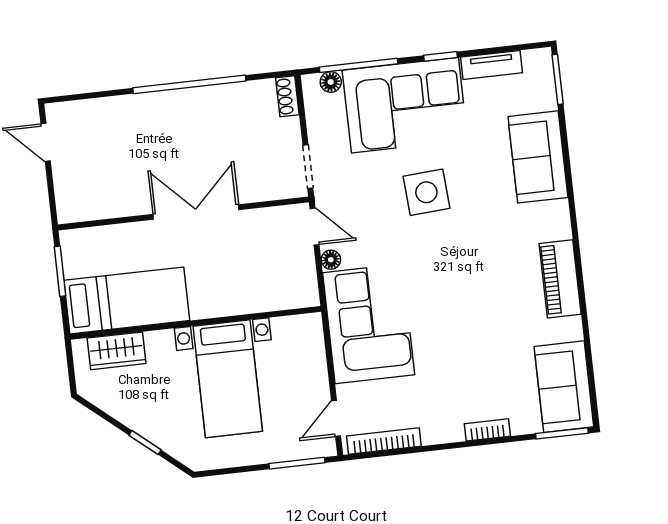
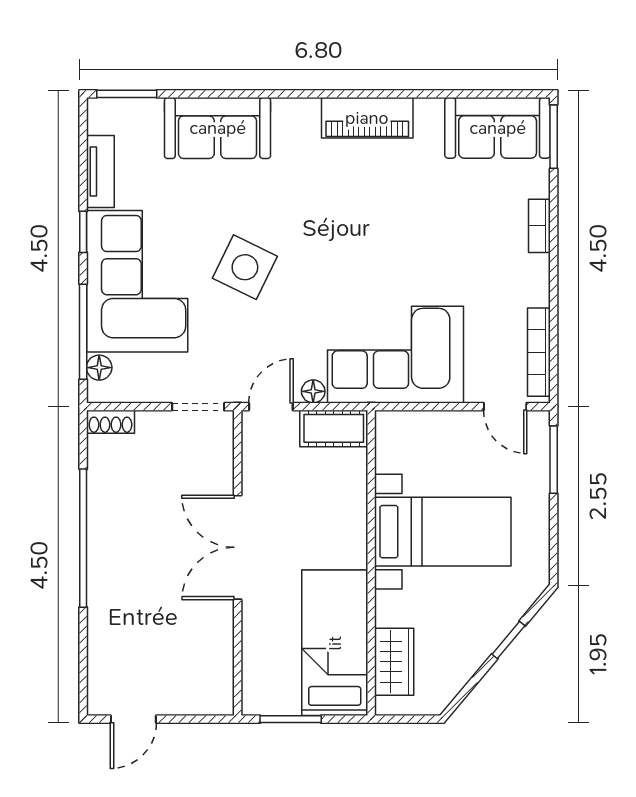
side table: (426, 192) -> (245, 267), turned 30
cot: (302, 280) -> (334, 428), added

